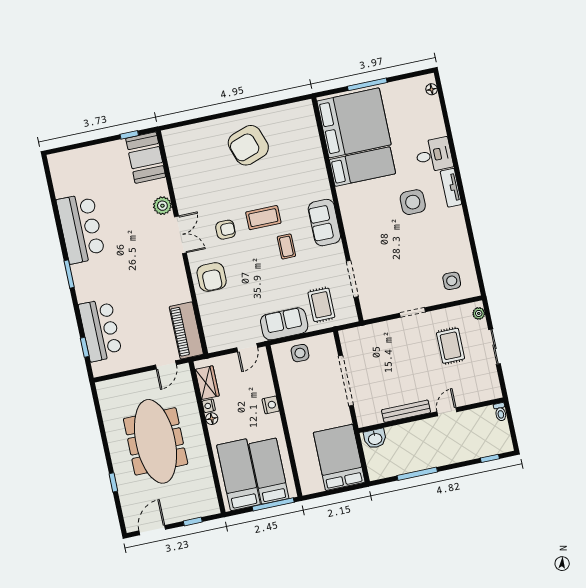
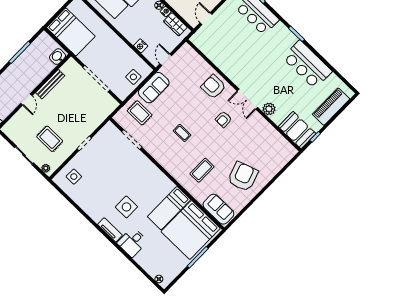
coffee table: (263, 218) -> (202, 170), moved
sofa: (324, 223) -> (218, 209), moved
piano: (186, 330) -> (331, 107), moved, turned -90
nightstand: (271, 405) -> (141, 46), moved

